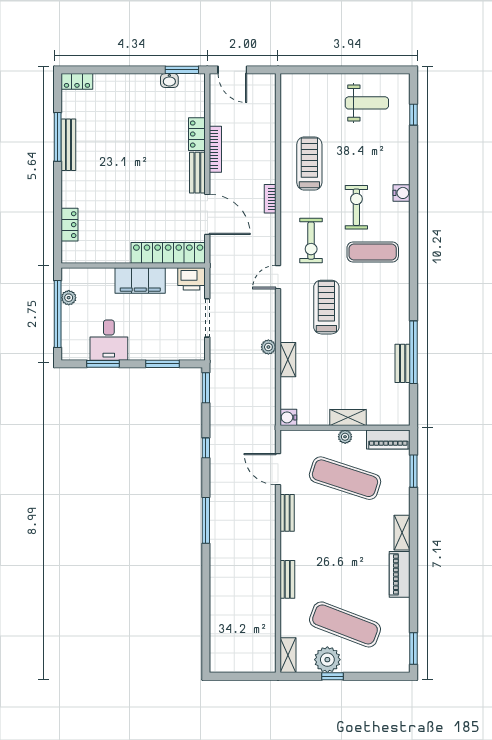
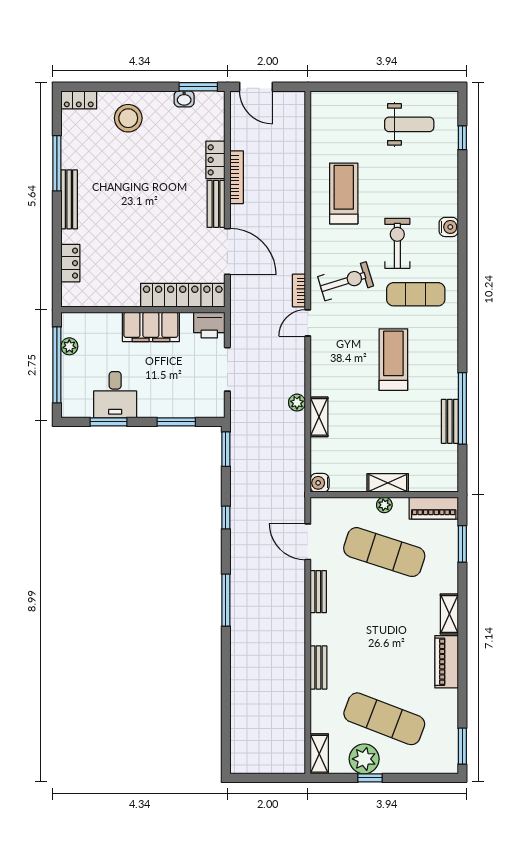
stool: (120, 97) -> (128, 118), added
bench: (68, 145) -> (69, 199), moved
bookcase: (270, 199) -> (299, 291), moved
exercise bike: (311, 241) -> (346, 281), turned -107
treadmill: (326, 307) -> (393, 360), moved

